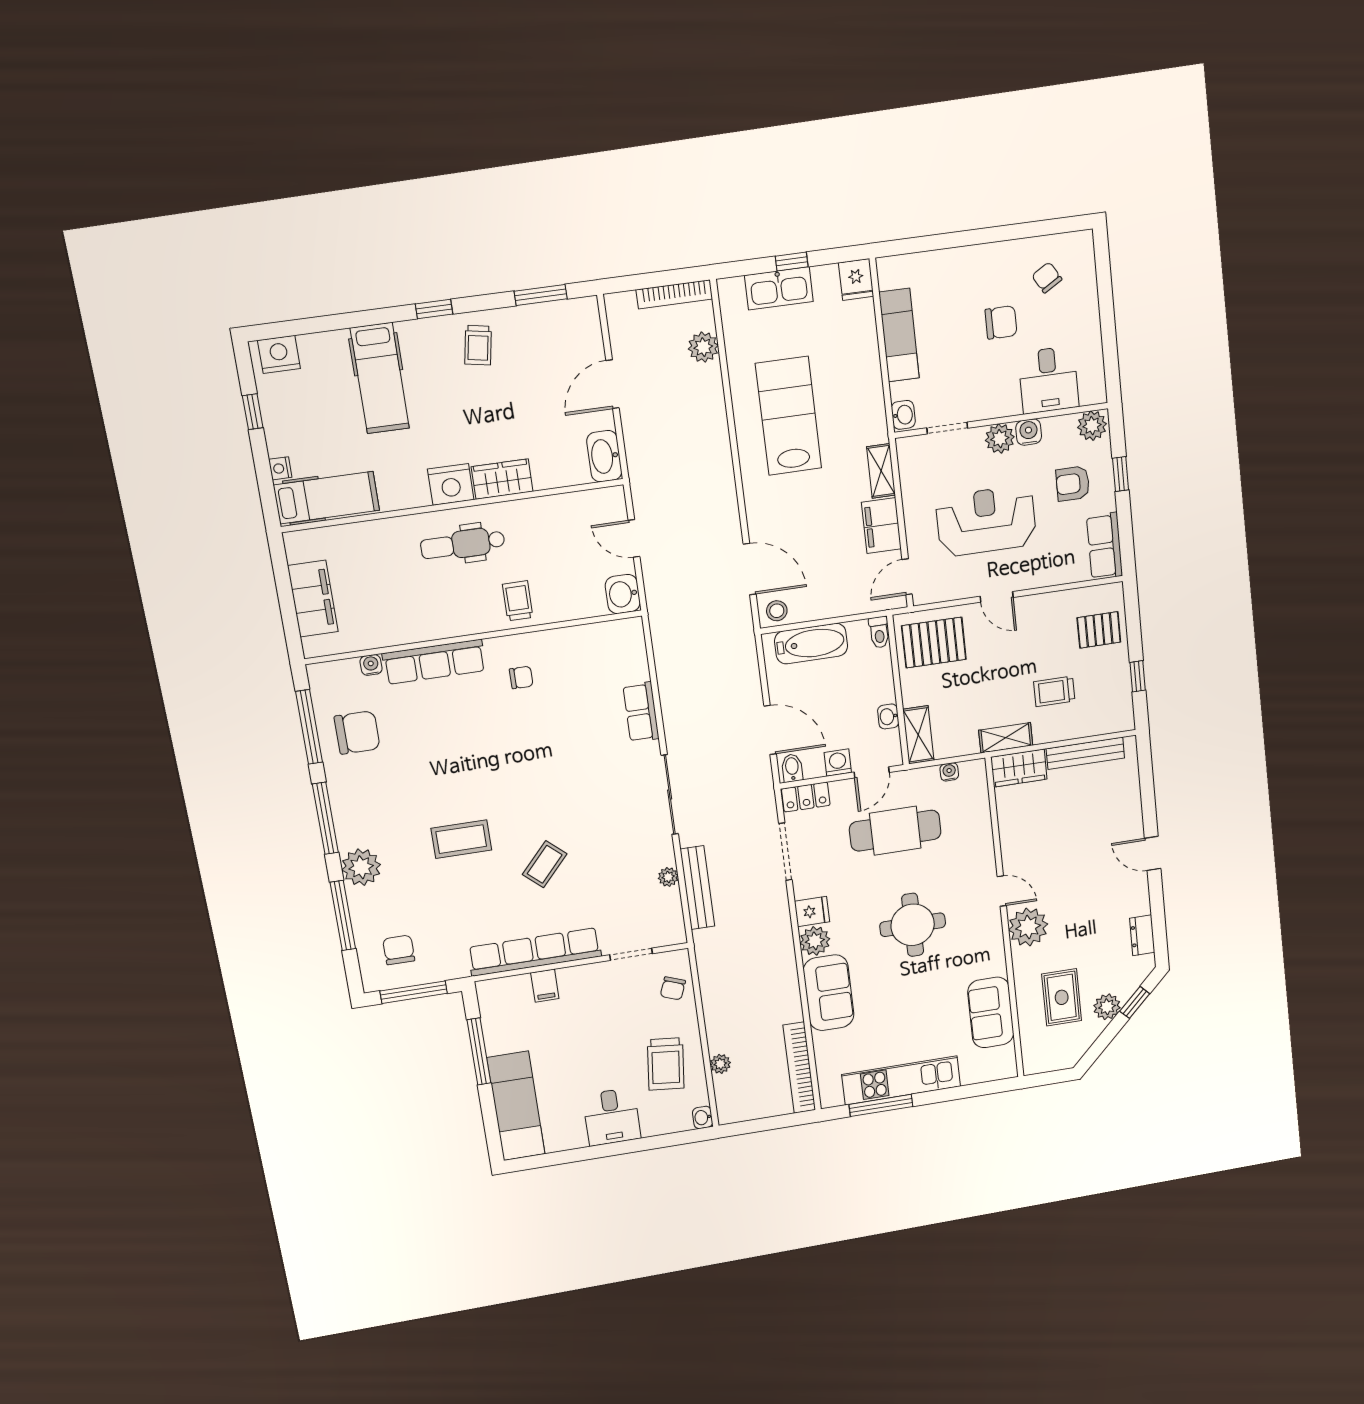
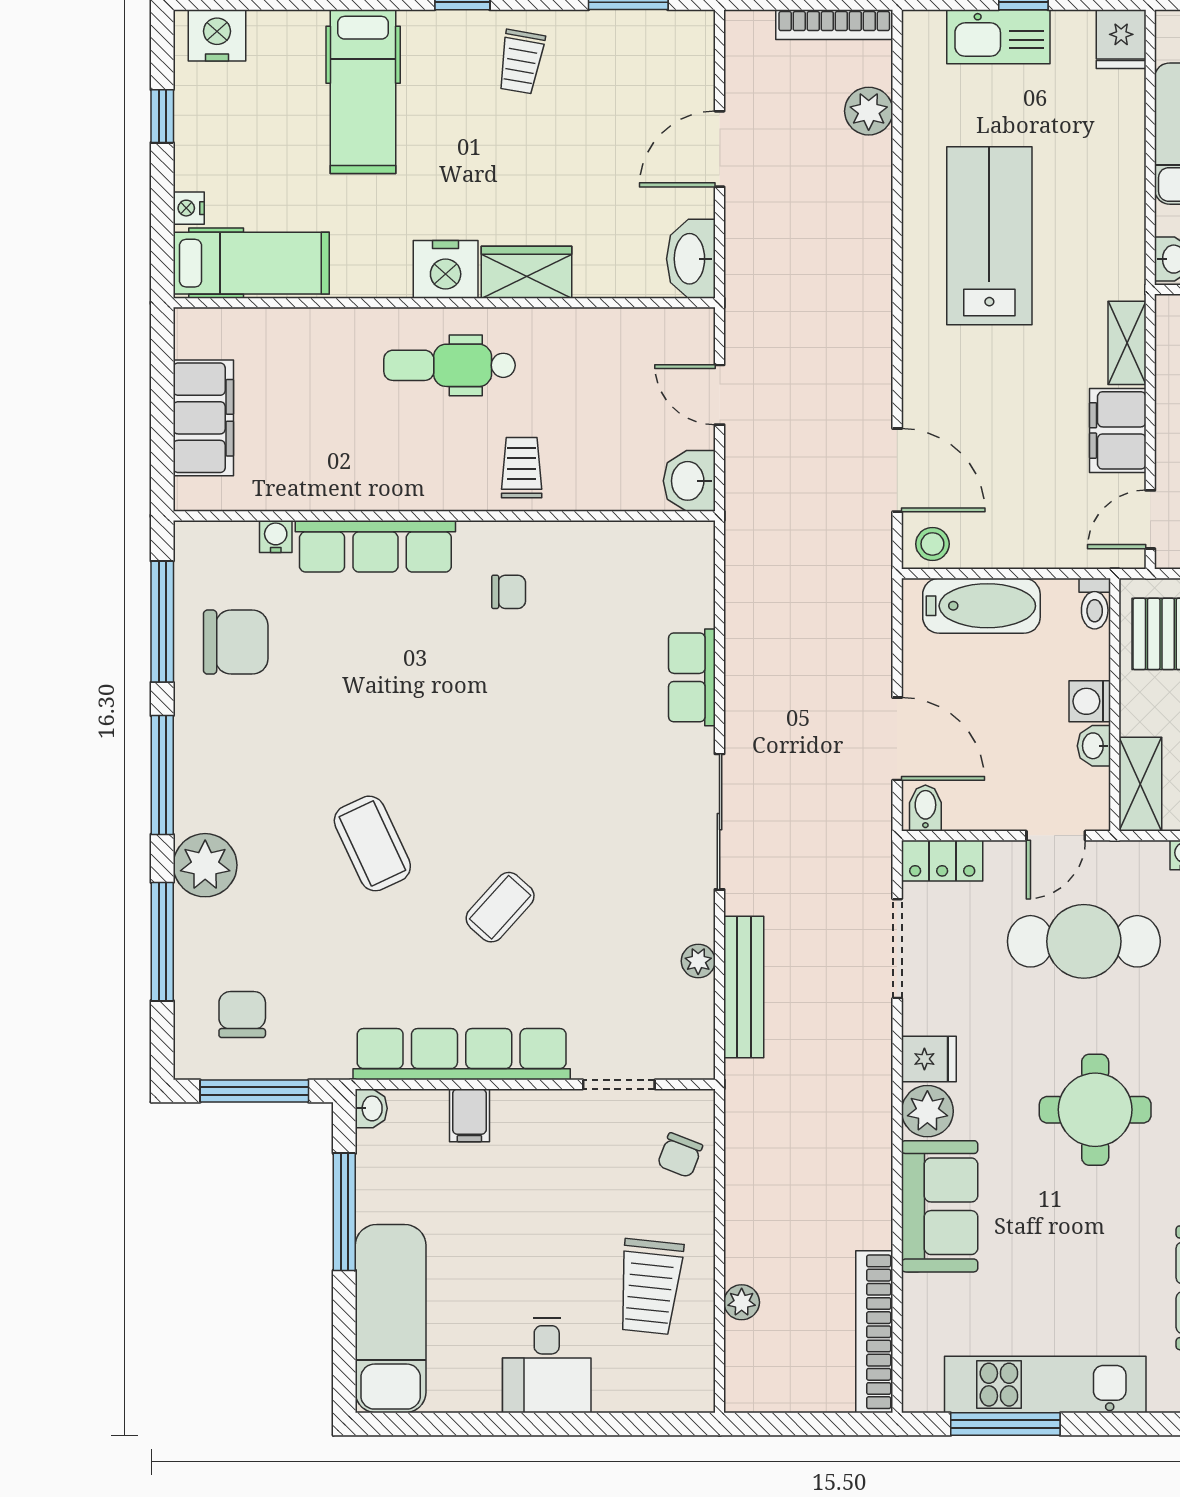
washing machine: (838, 763) -> (1090, 701), moved, turned -90
coffee table: (461, 839) -> (372, 843), turned 65
washbasin: (703, 1117) -> (371, 1108), moved, turned 180

